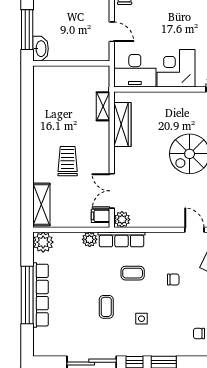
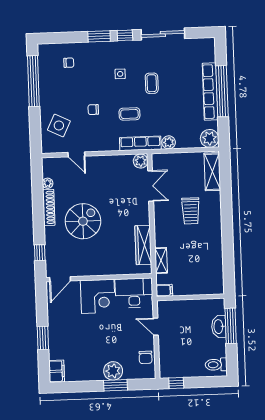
washbasin: (41, 49) -> (219, 327), moved
filing cabinet: (101, 216) -> (164, 290), moved

